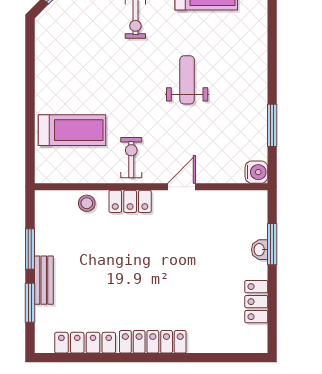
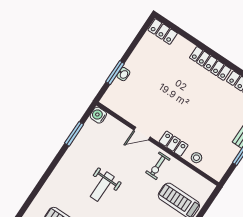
locker: (256, 302) -> (163, 32), moved, turned 90

